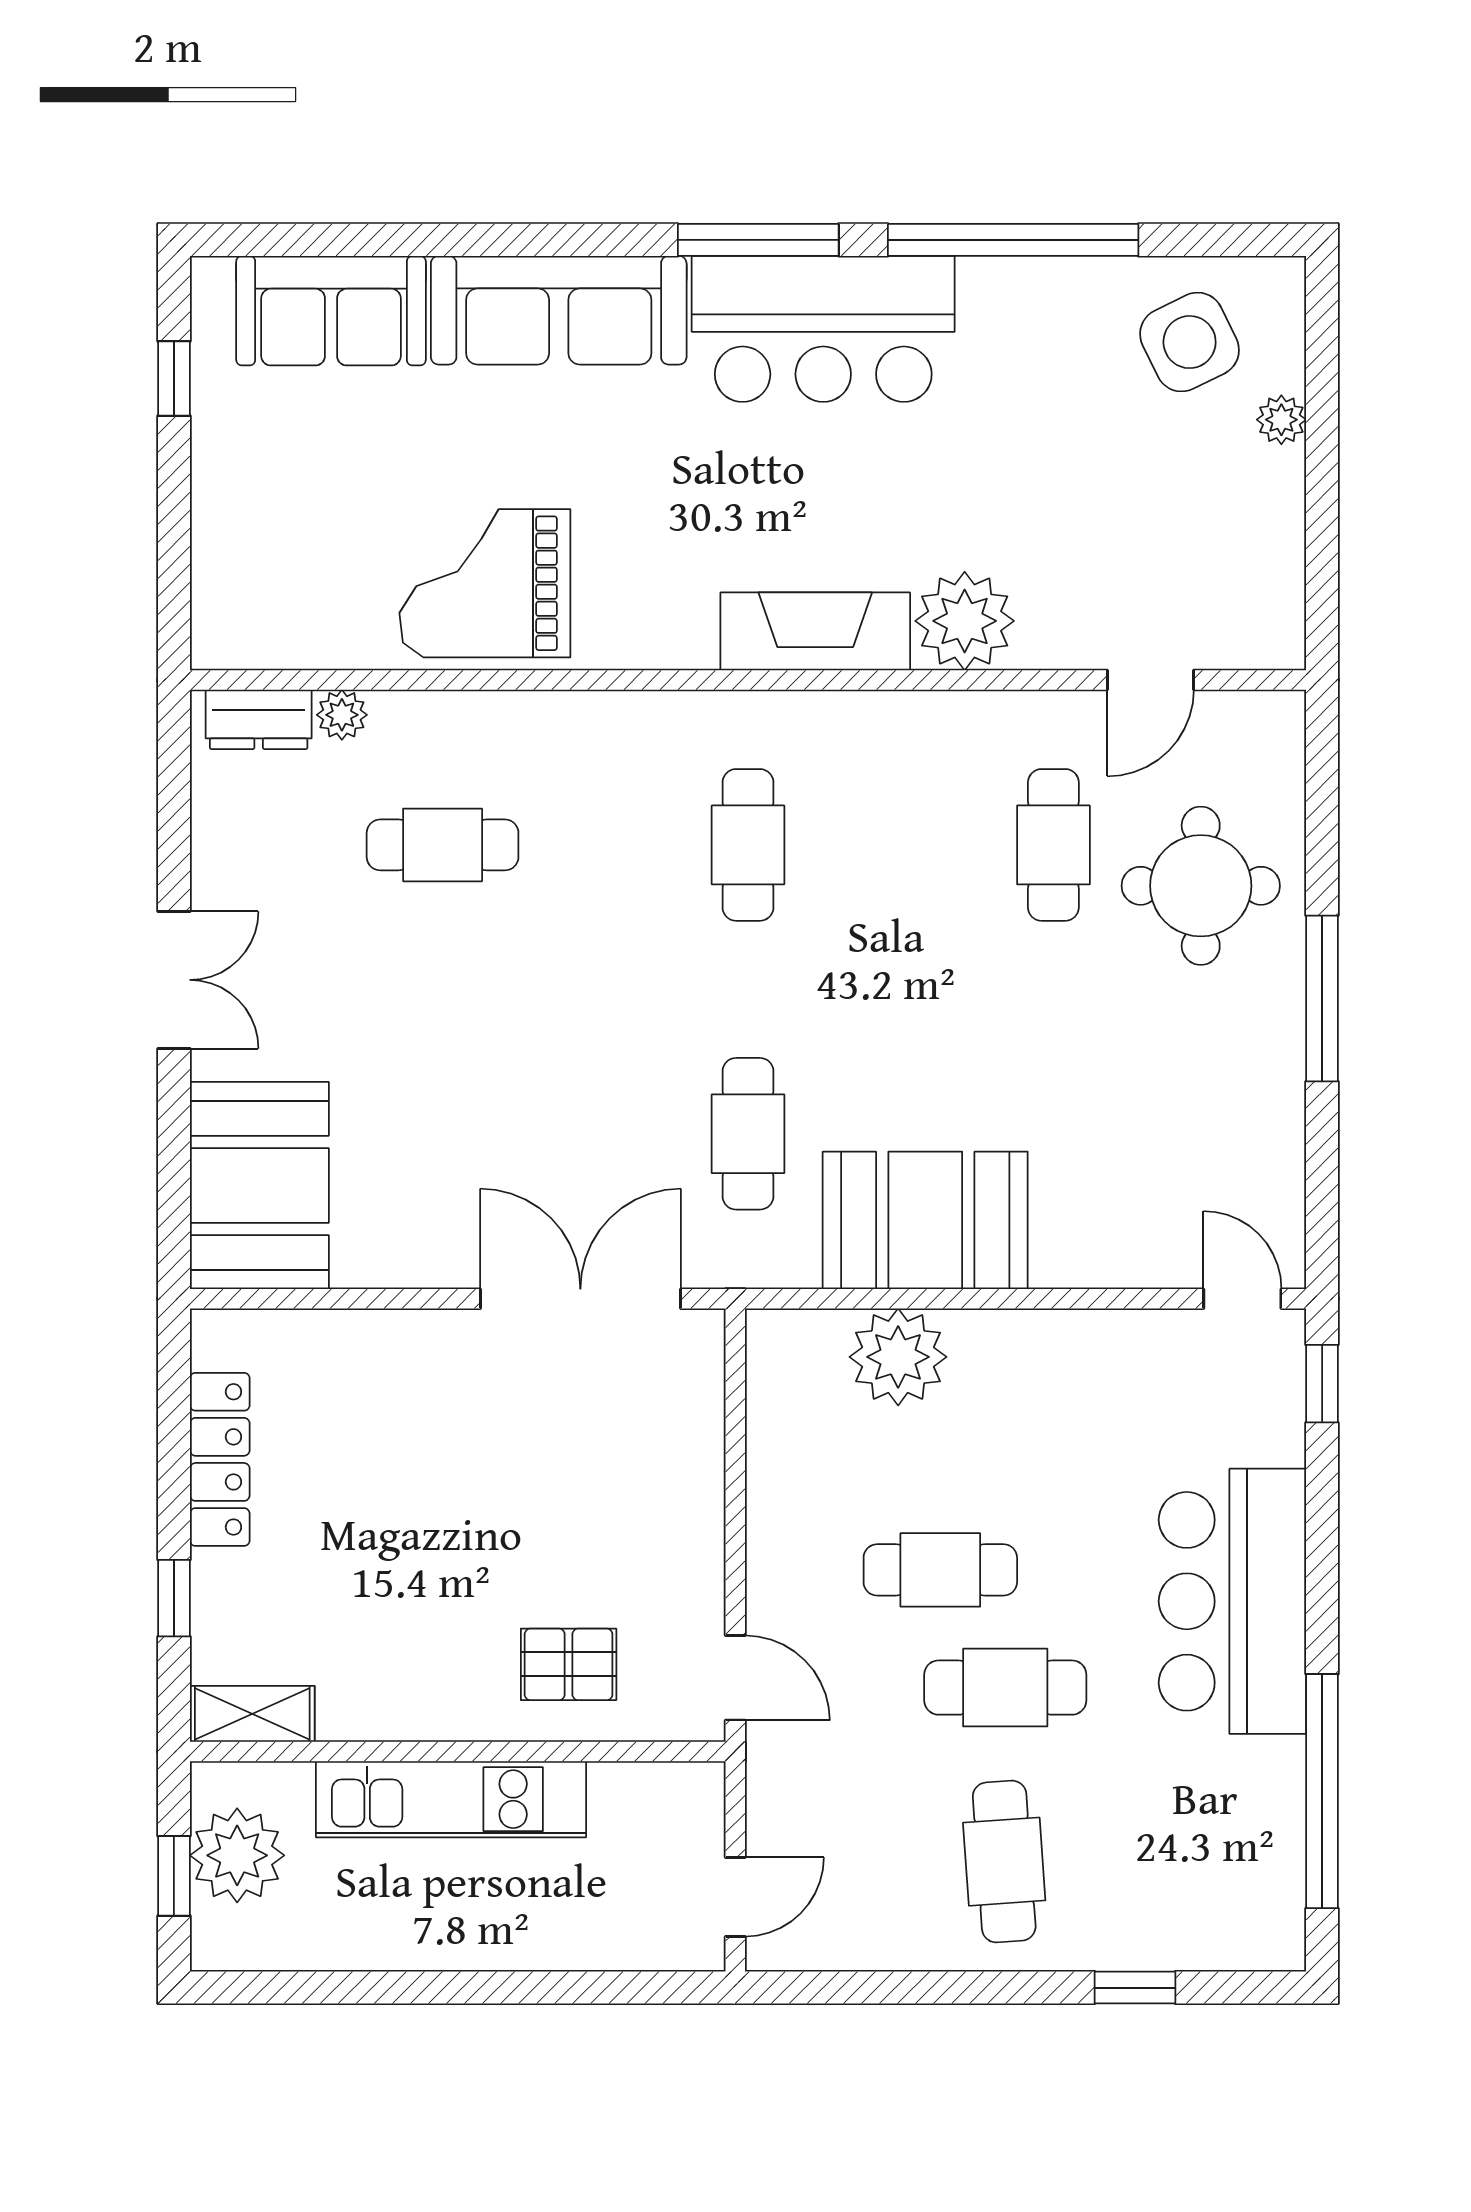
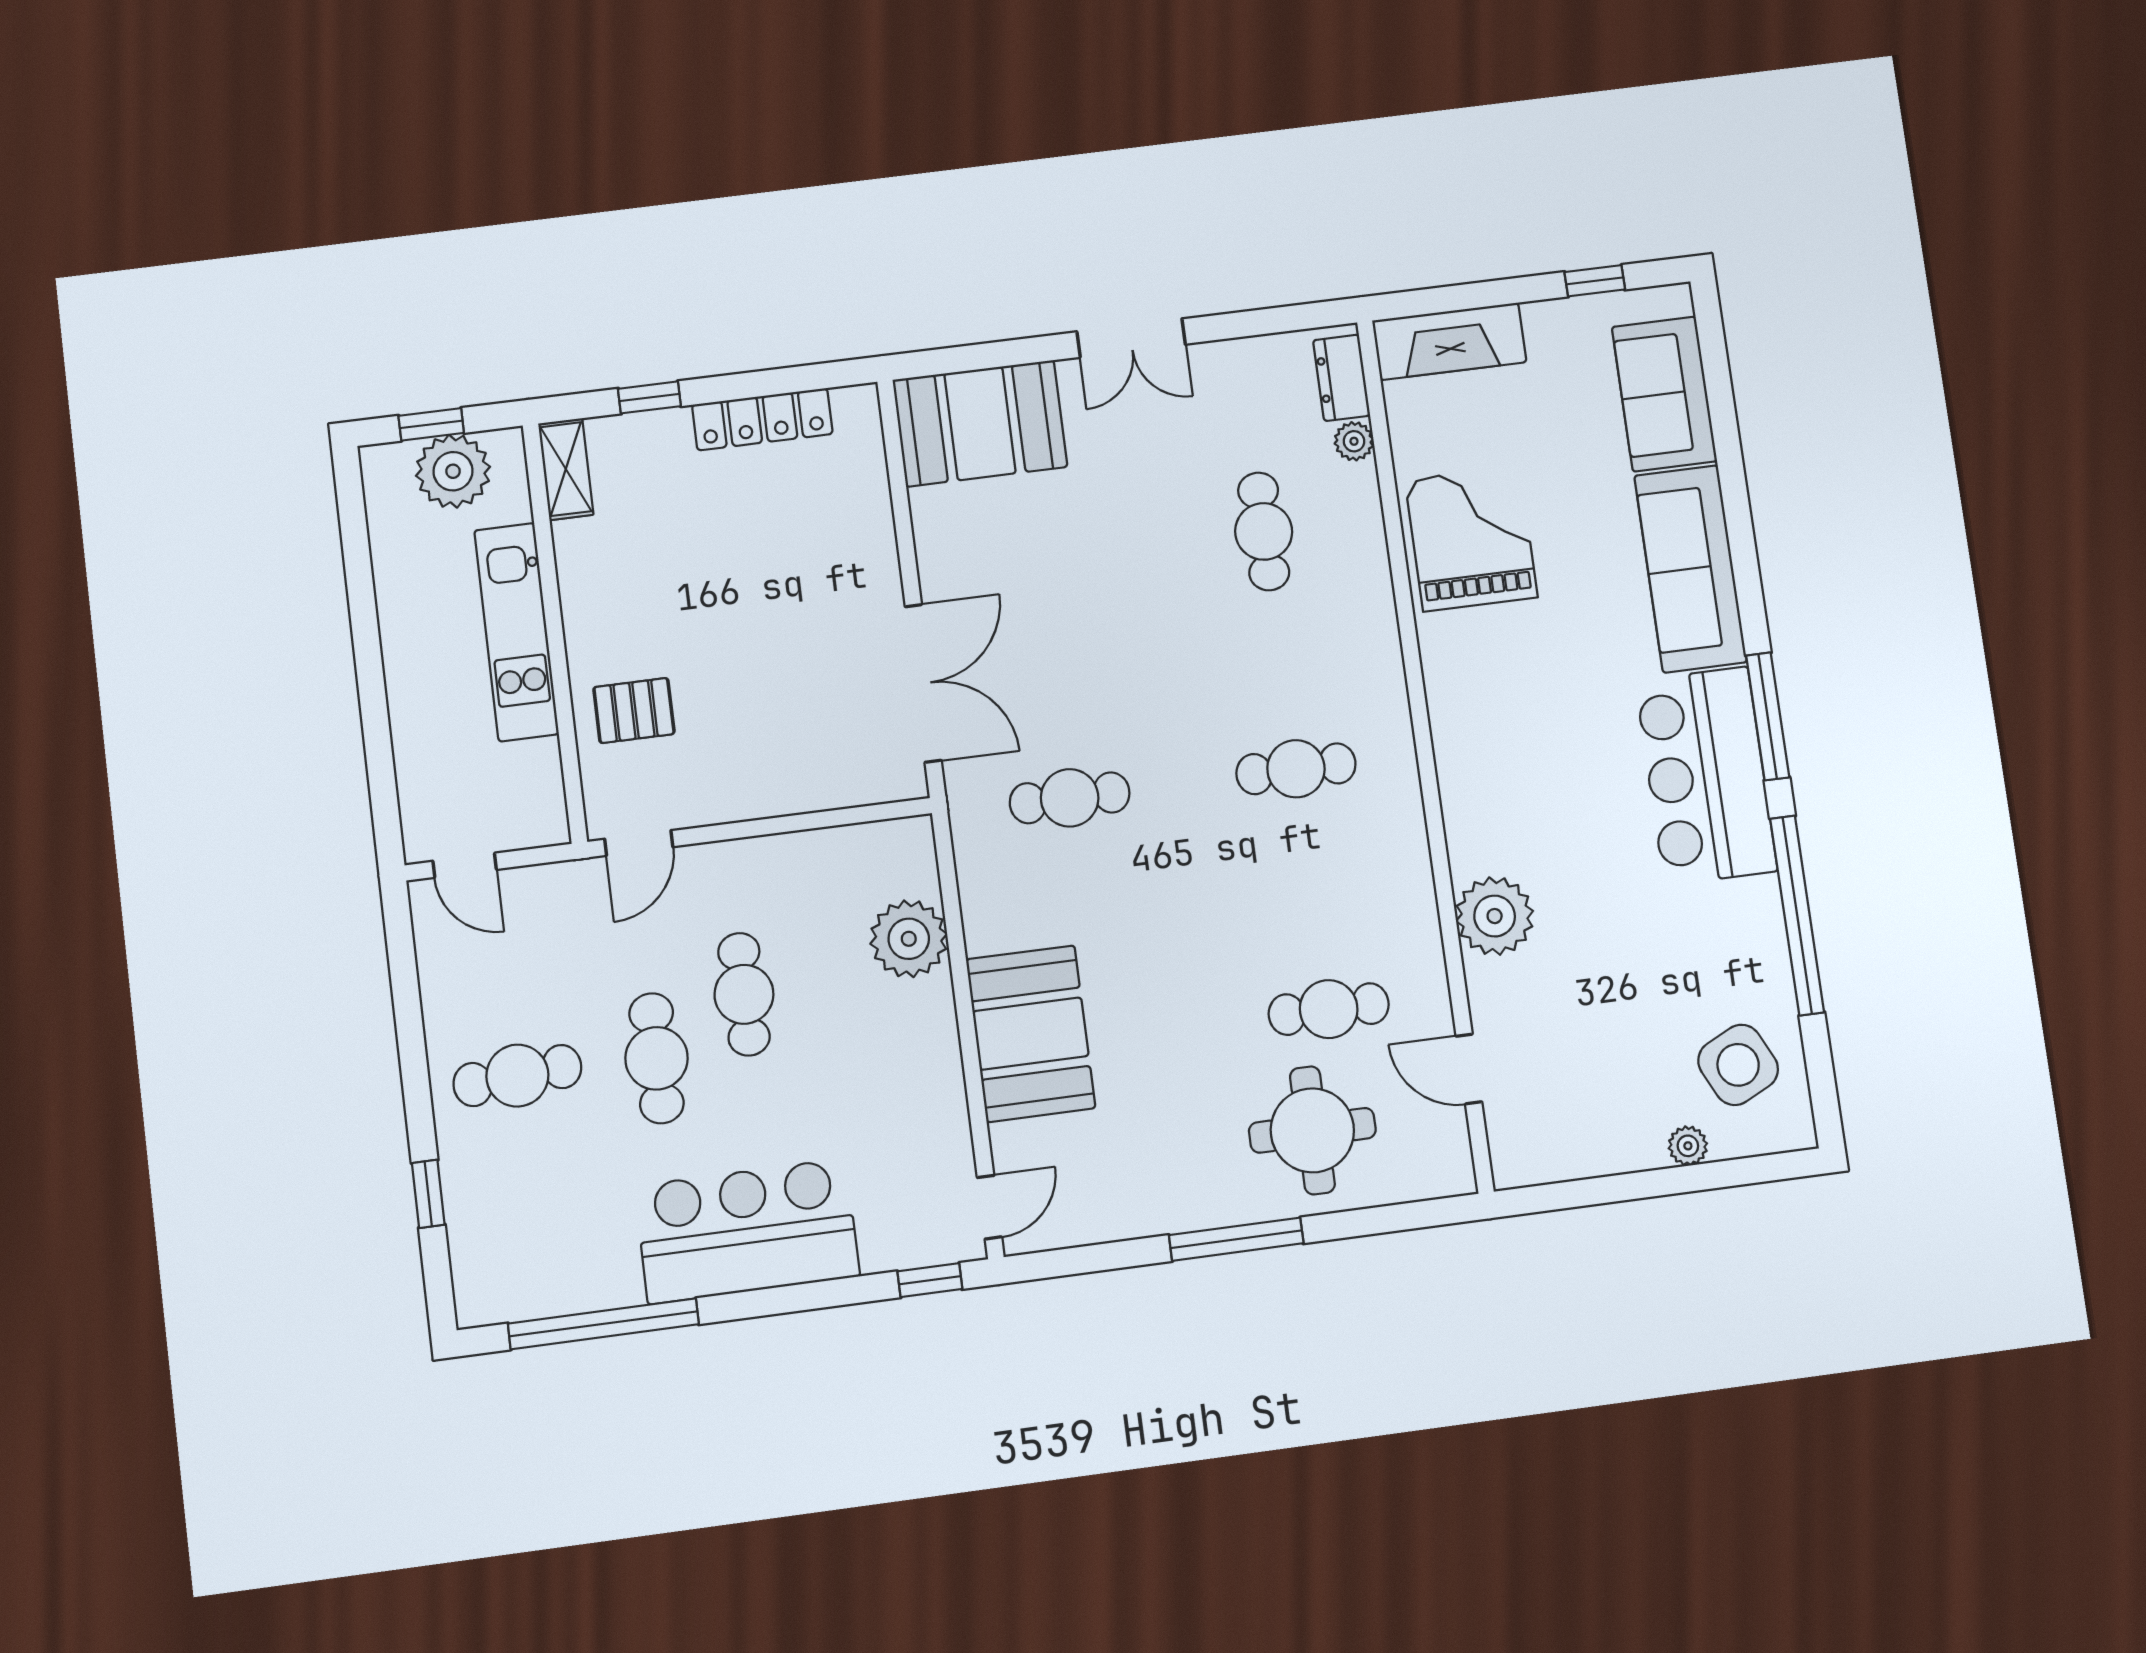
fireplace: (815, 631) -> (1449, 341), moved, turned 90
booth: (925, 1220) -> (1031, 1034), moved
pallet: (569, 1664) -> (634, 711), turned 90

